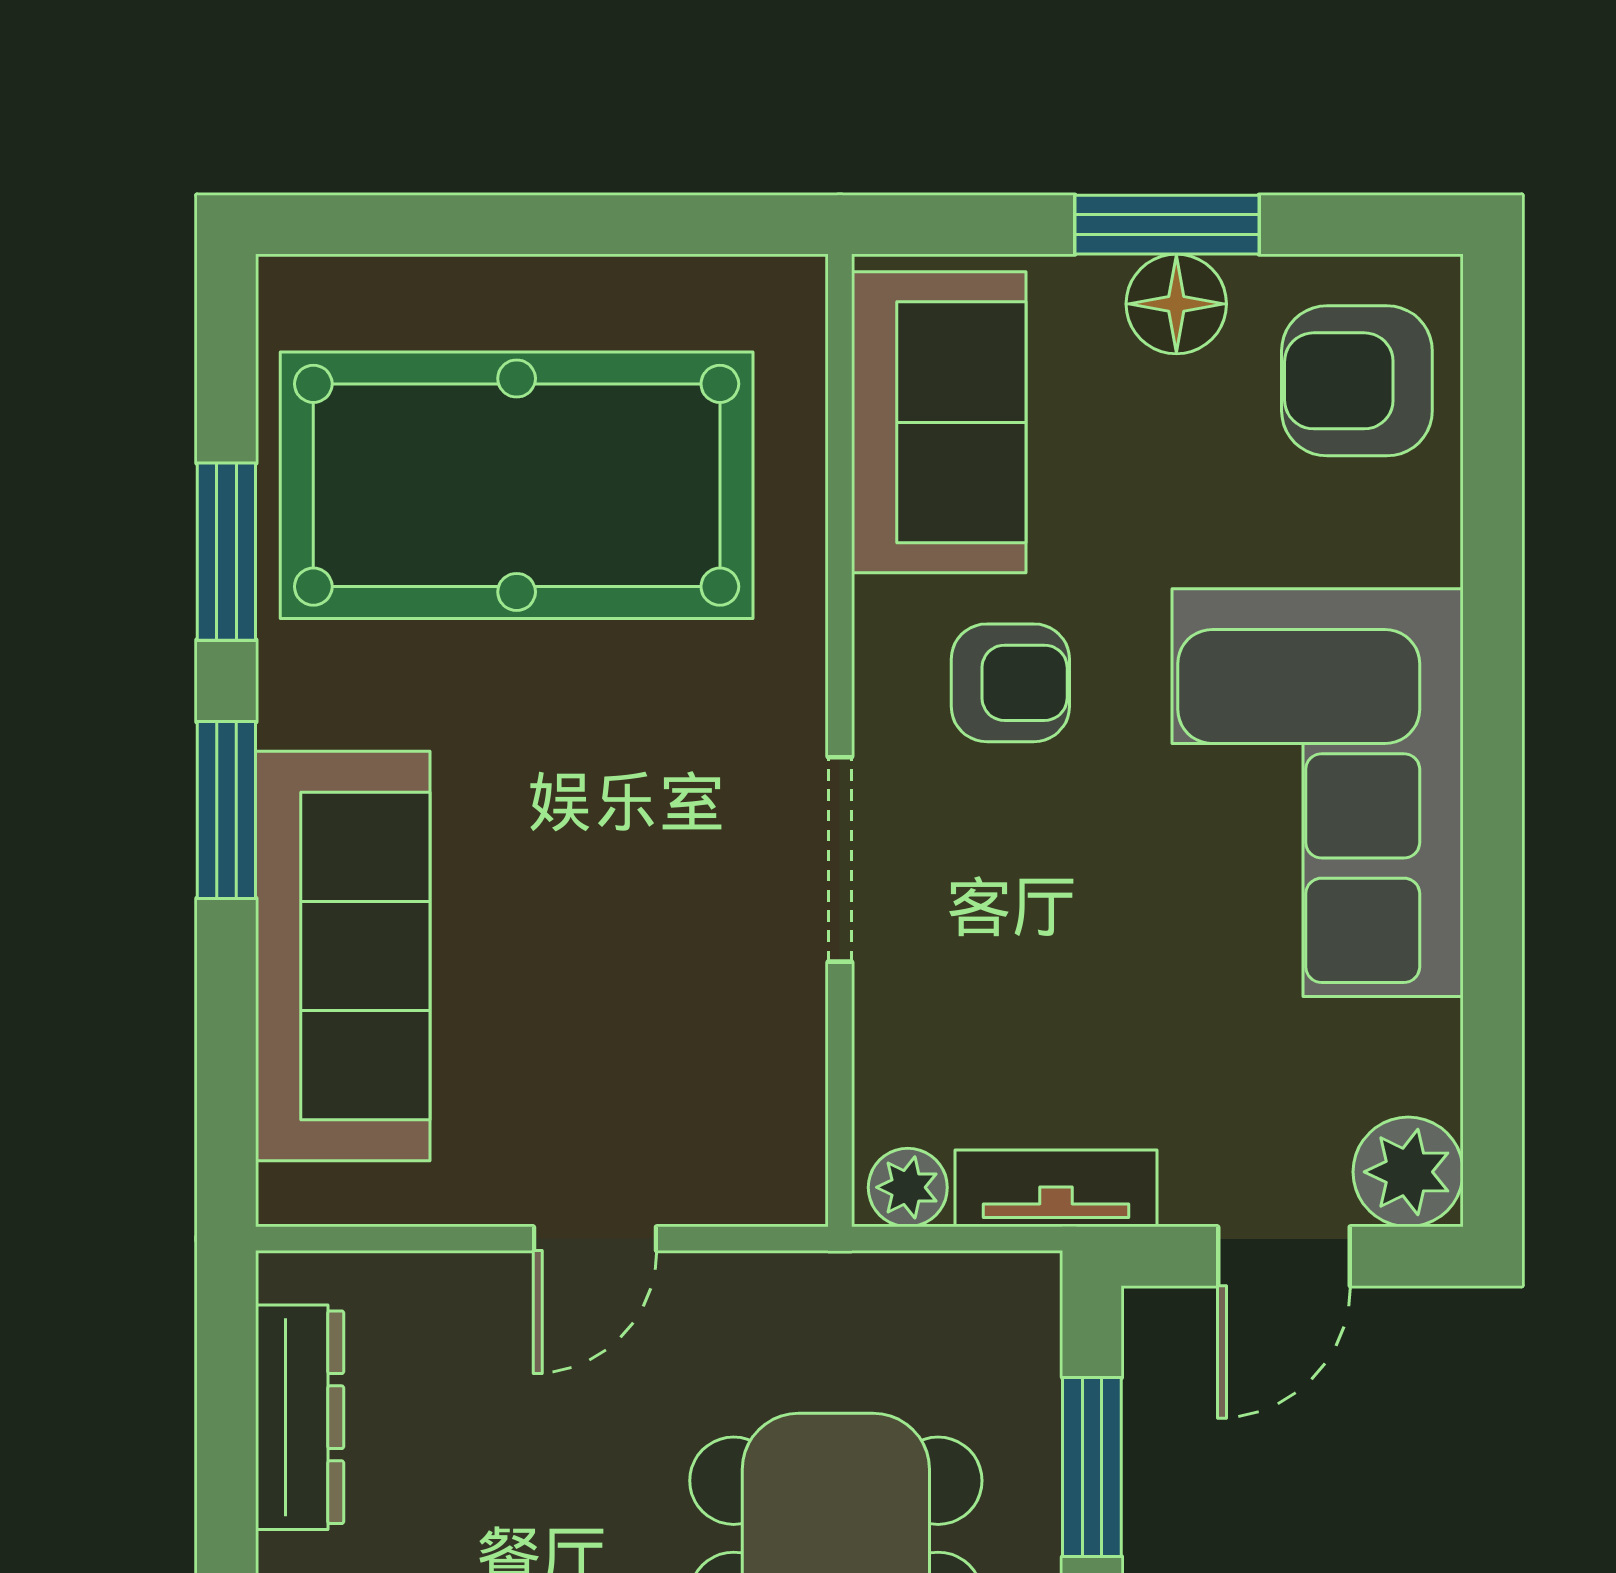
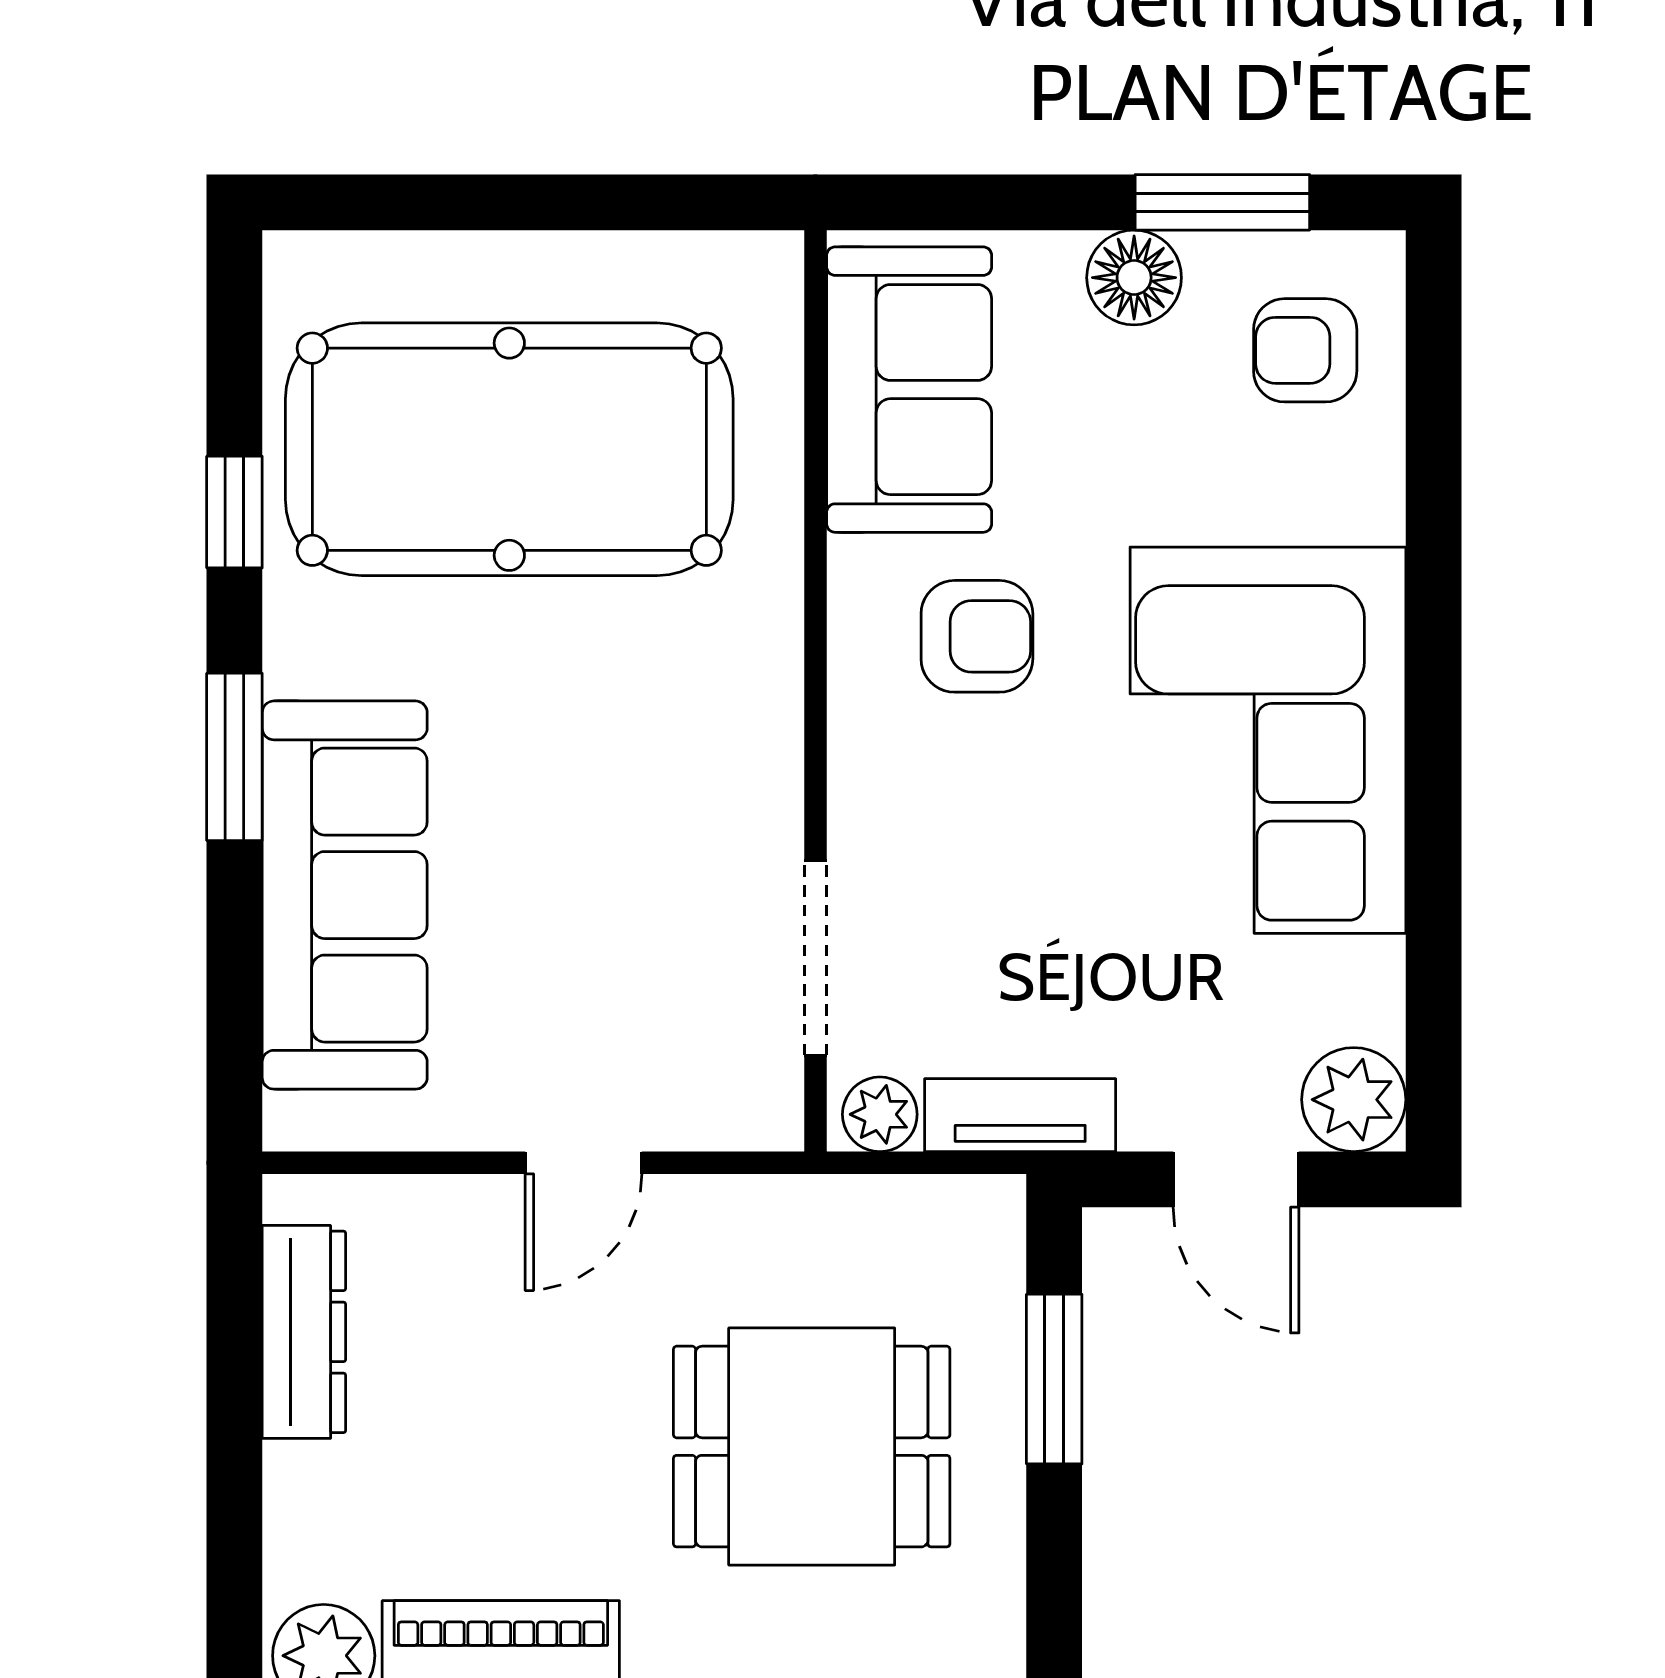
window: (1167, 225) -> (1222, 202), moved
armchair: (1357, 381) -> (1305, 350), width x0.72, depth x0.72
window: (226, 552) -> (234, 512), width x0.67
doorway: (840, 859) -> (815, 958), moved
door: (1284, 1256) -> (1236, 1179), hinge flipped

